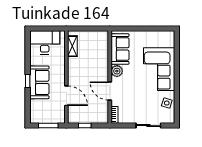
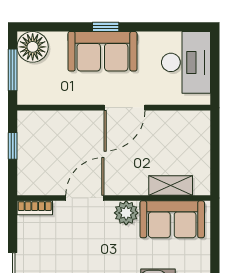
shelving: (72, 46) -> (171, 185), moved
door: (66, 96) -> (125, 108), moved
floor lamp: (37, 116) -> (33, 47), added

